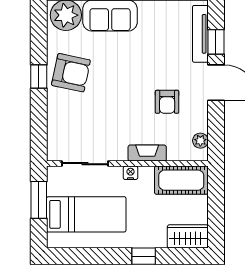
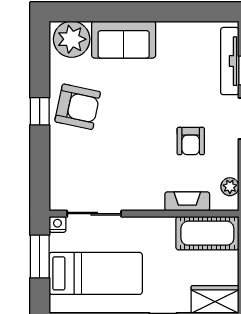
fireplace: (147, 153) -> (187, 201), moved
nightstand: (131, 173) -> (57, 224), moved

